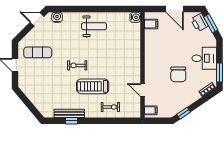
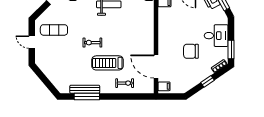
chair: (178, 74) -> (191, 51), turned 90
door: (142, 90) -> (156, 66), width x1.88
window: (184, 113) -> (207, 81), moved
window: (71, 121) -> (87, 96), width x2.17

